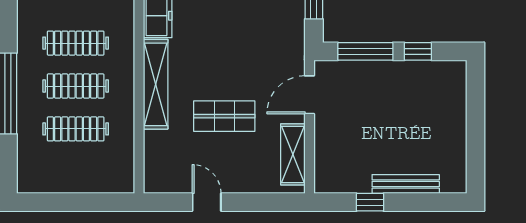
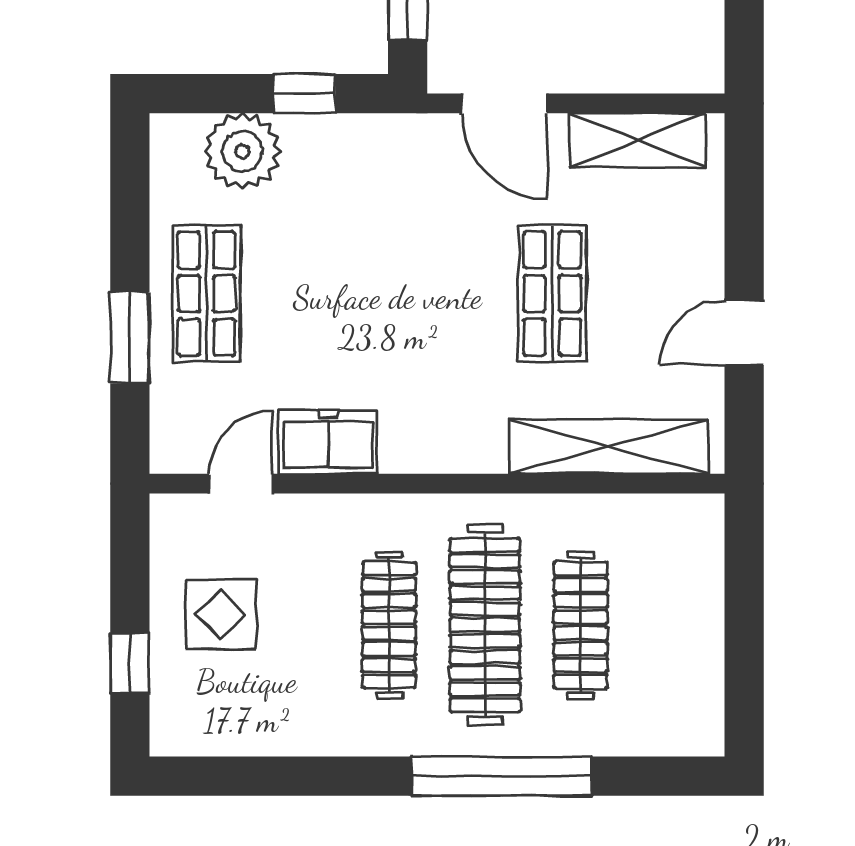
shelving: (156, 84) -> (609, 447), moved
clothes rail: (76, 86) -> (485, 625), width x1.37, depth x1.31

